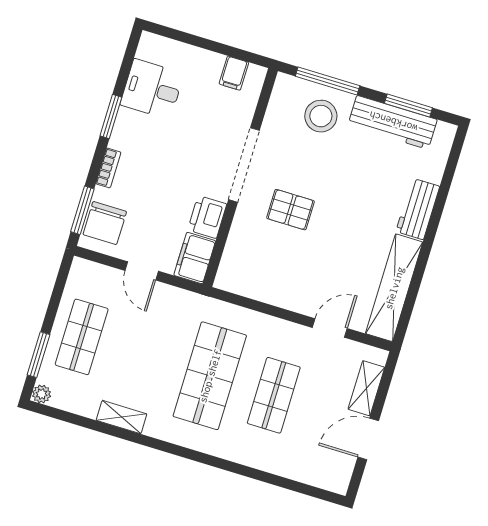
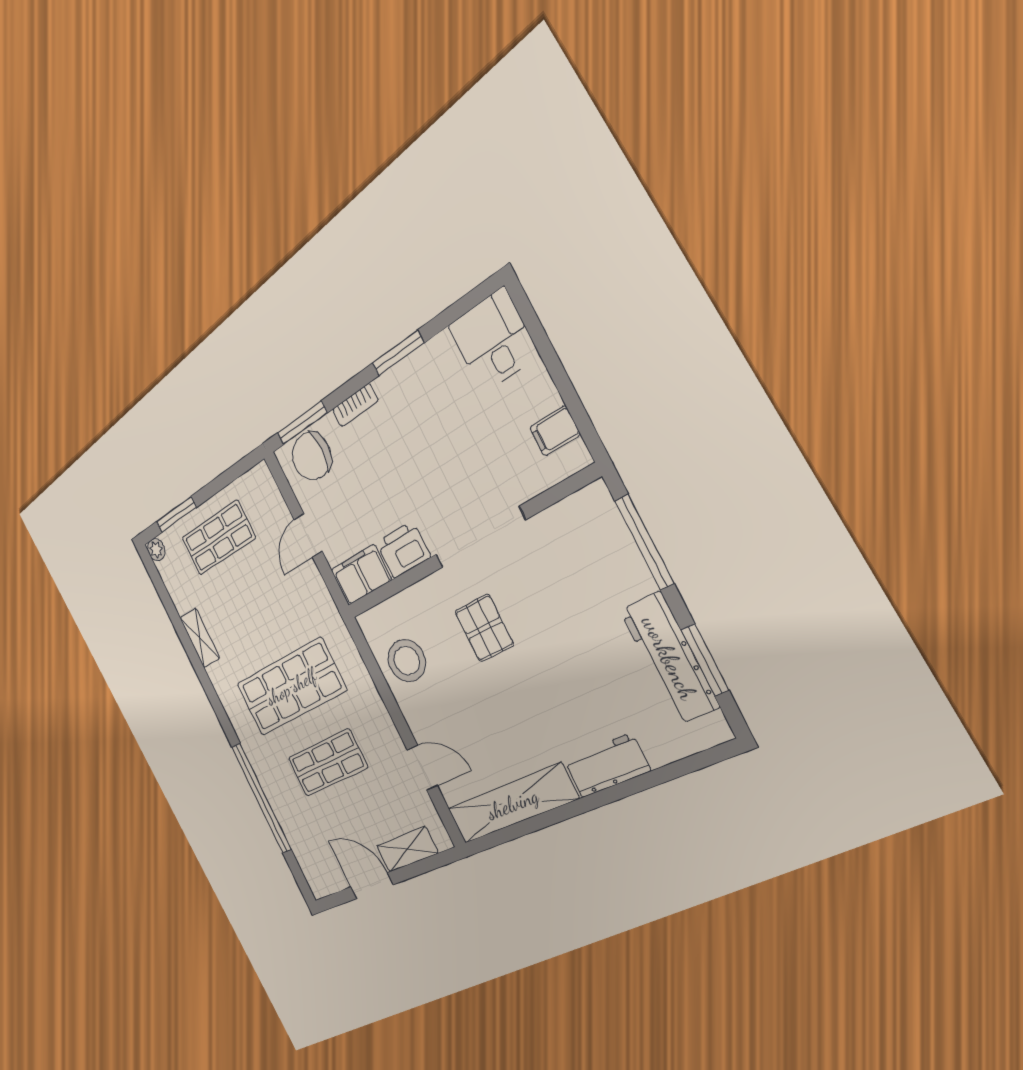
desk: (152, 89) -> (493, 340), moved
stool: (321, 116) -> (407, 661), moved
window: (253, 473) -> (261, 798), added

